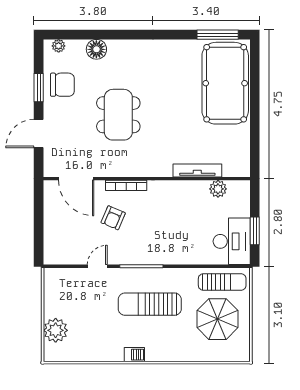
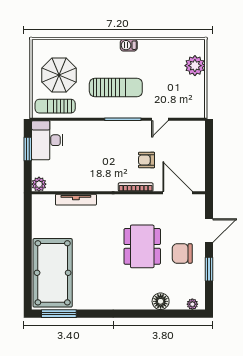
chair: (62, 85) -> (182, 253), moved
plant: (218, 189) -> (39, 184), moved
armchair: (113, 218) -> (147, 160), turned -113

